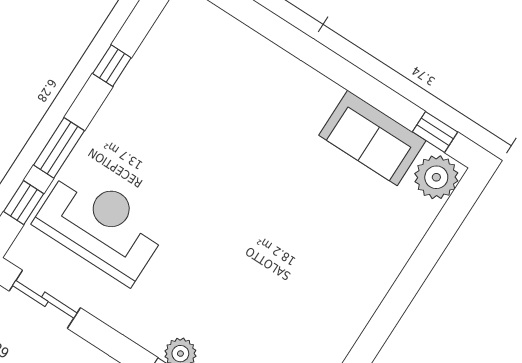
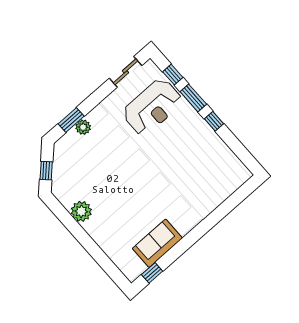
window: (112, 66) -> (214, 121), moved
plant: (436, 177) -> (81, 211), moved

